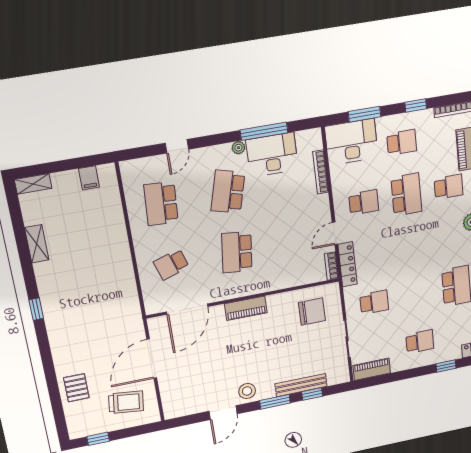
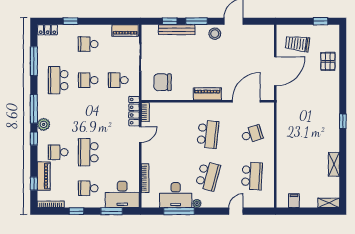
school desk: (364, 202) -> (88, 80), moved

